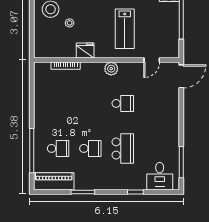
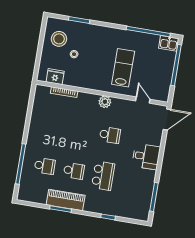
lab bench: (125, 29) -> (123, 68), turned 180
fridge: (85, 51) -> (55, 77), moved
door: (152, 60) -> (143, 100), swing flipped
desk: (160, 176) -> (146, 156), moved, turned -90
piano: (54, 181) -> (66, 200), moved

